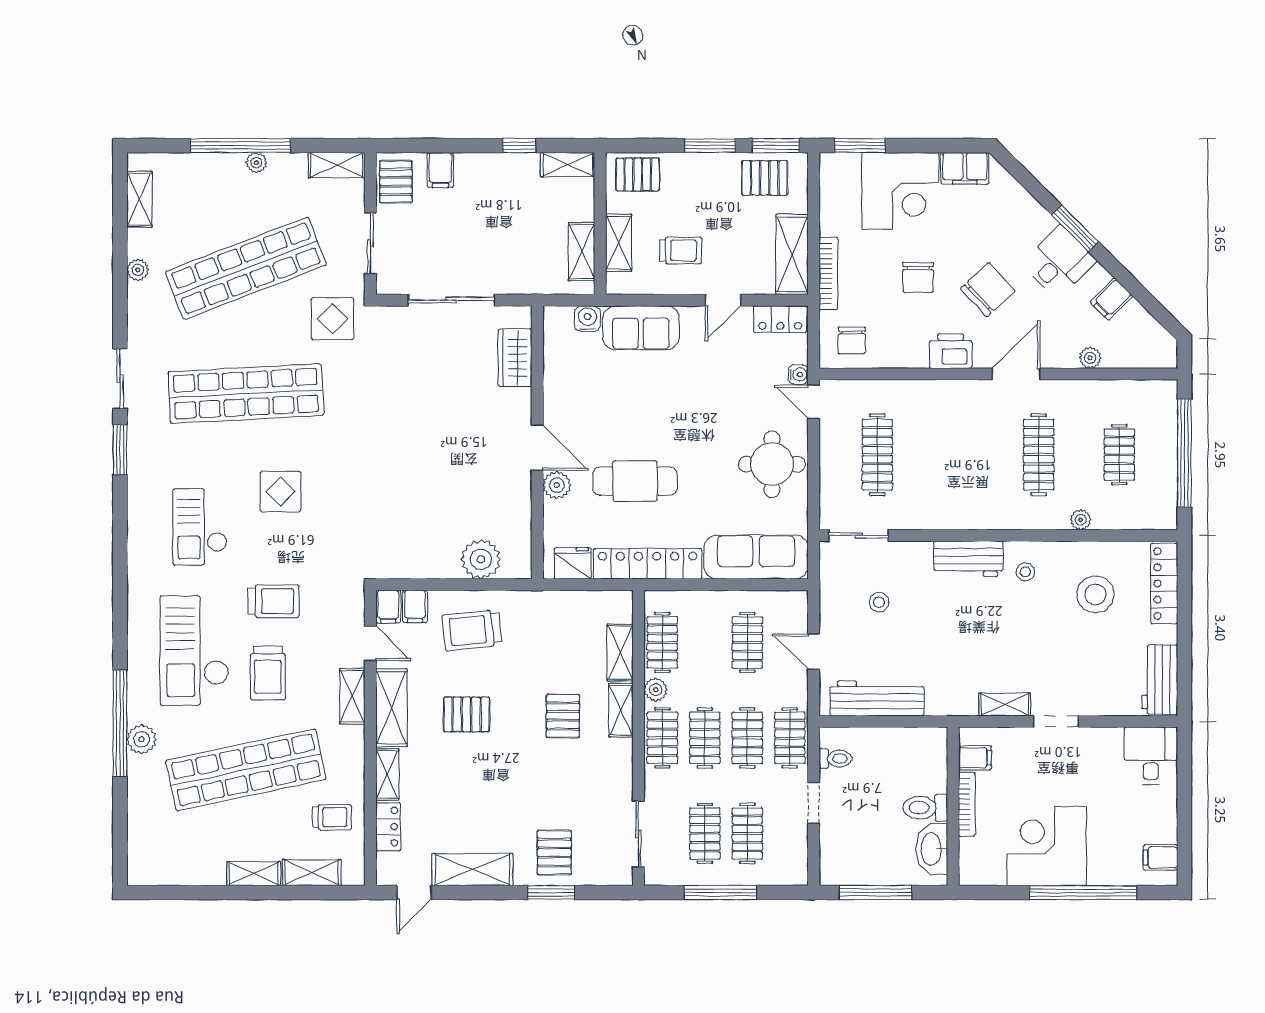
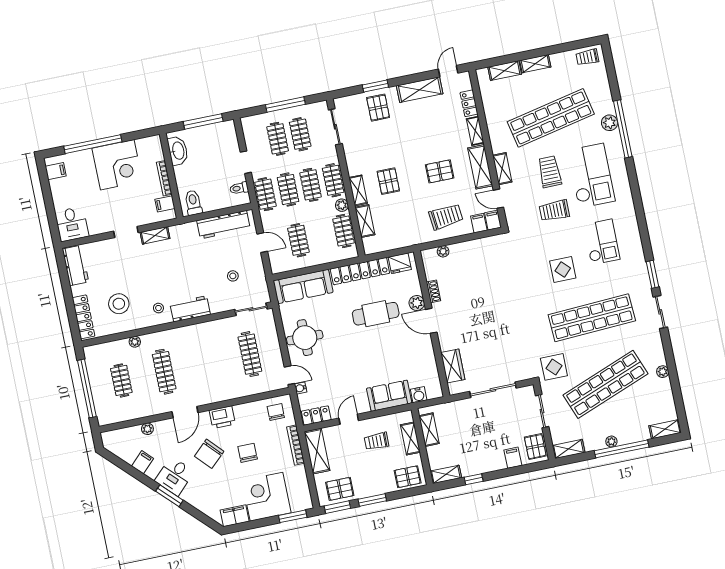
shelving: (139, 199) -> (665, 429), moved, turned 90
shoe rack: (522, 500) -> (433, 291), added
plant: (481, 559) -> (443, 251), width x0.53, depth x0.53
toilet: (925, 808) -> (193, 203), moved, turned -90
trolley: (332, 817) -> (587, 57), moved

